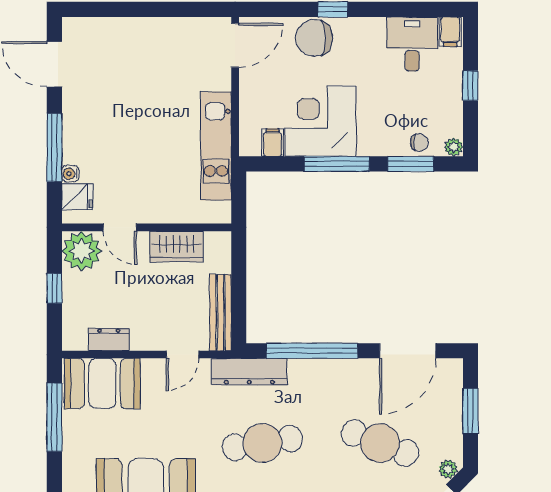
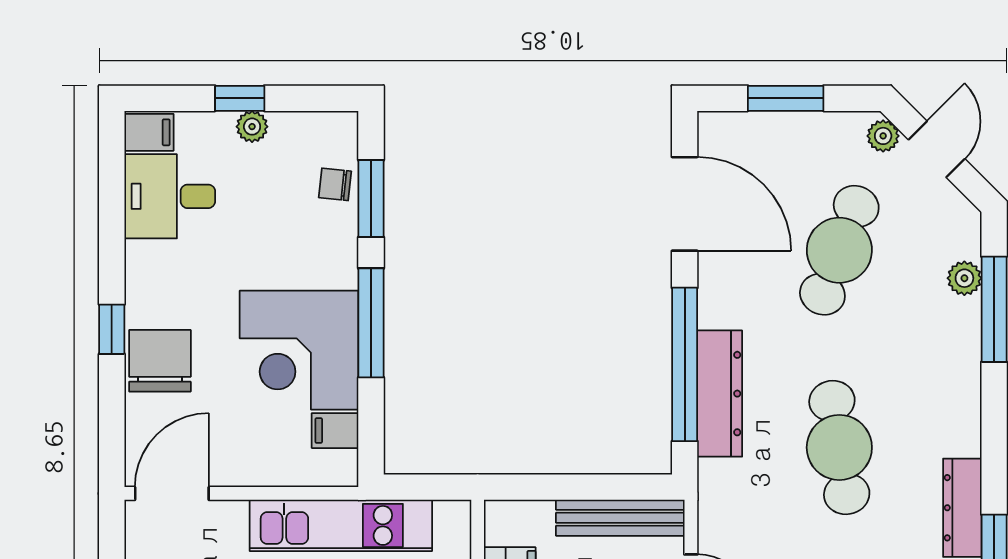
chair: (314, 38) -> (160, 361), turned 180
door: (235, 45) -> (172, 493), hinge flipped
chair: (419, 142) -> (335, 184), turned -84
plant: (454, 147) -> (252, 127), moved
dresser: (249, 372) -> (720, 394), moved

